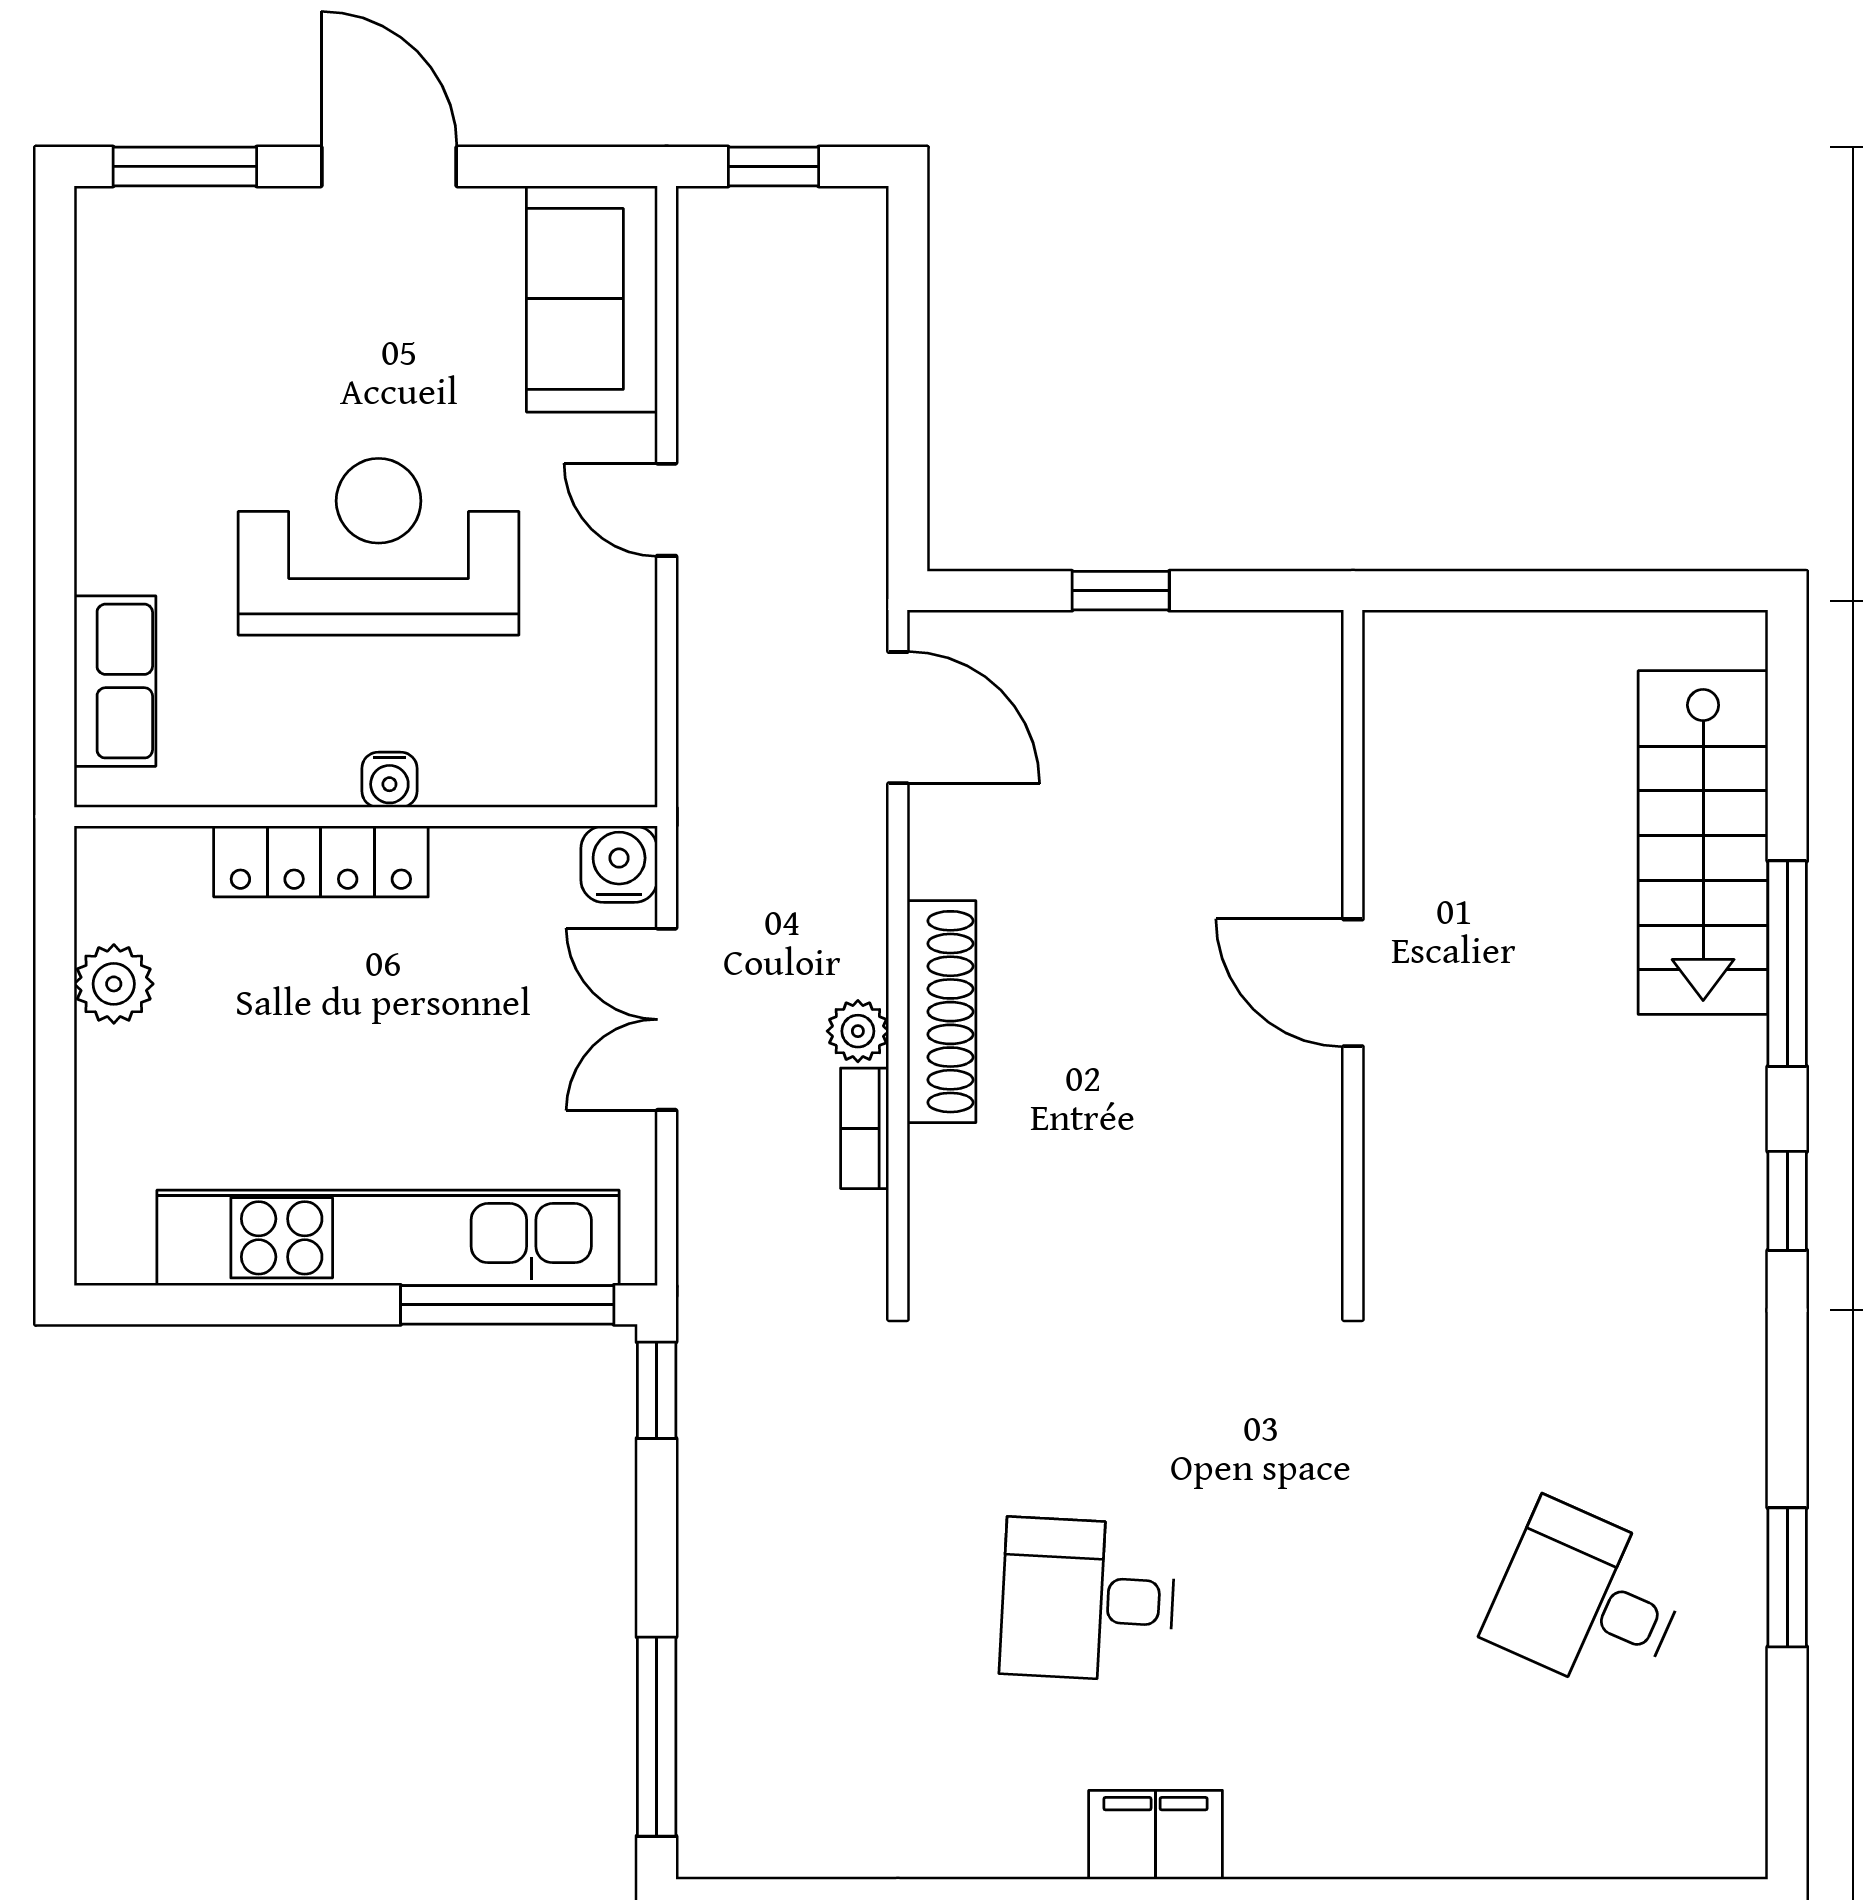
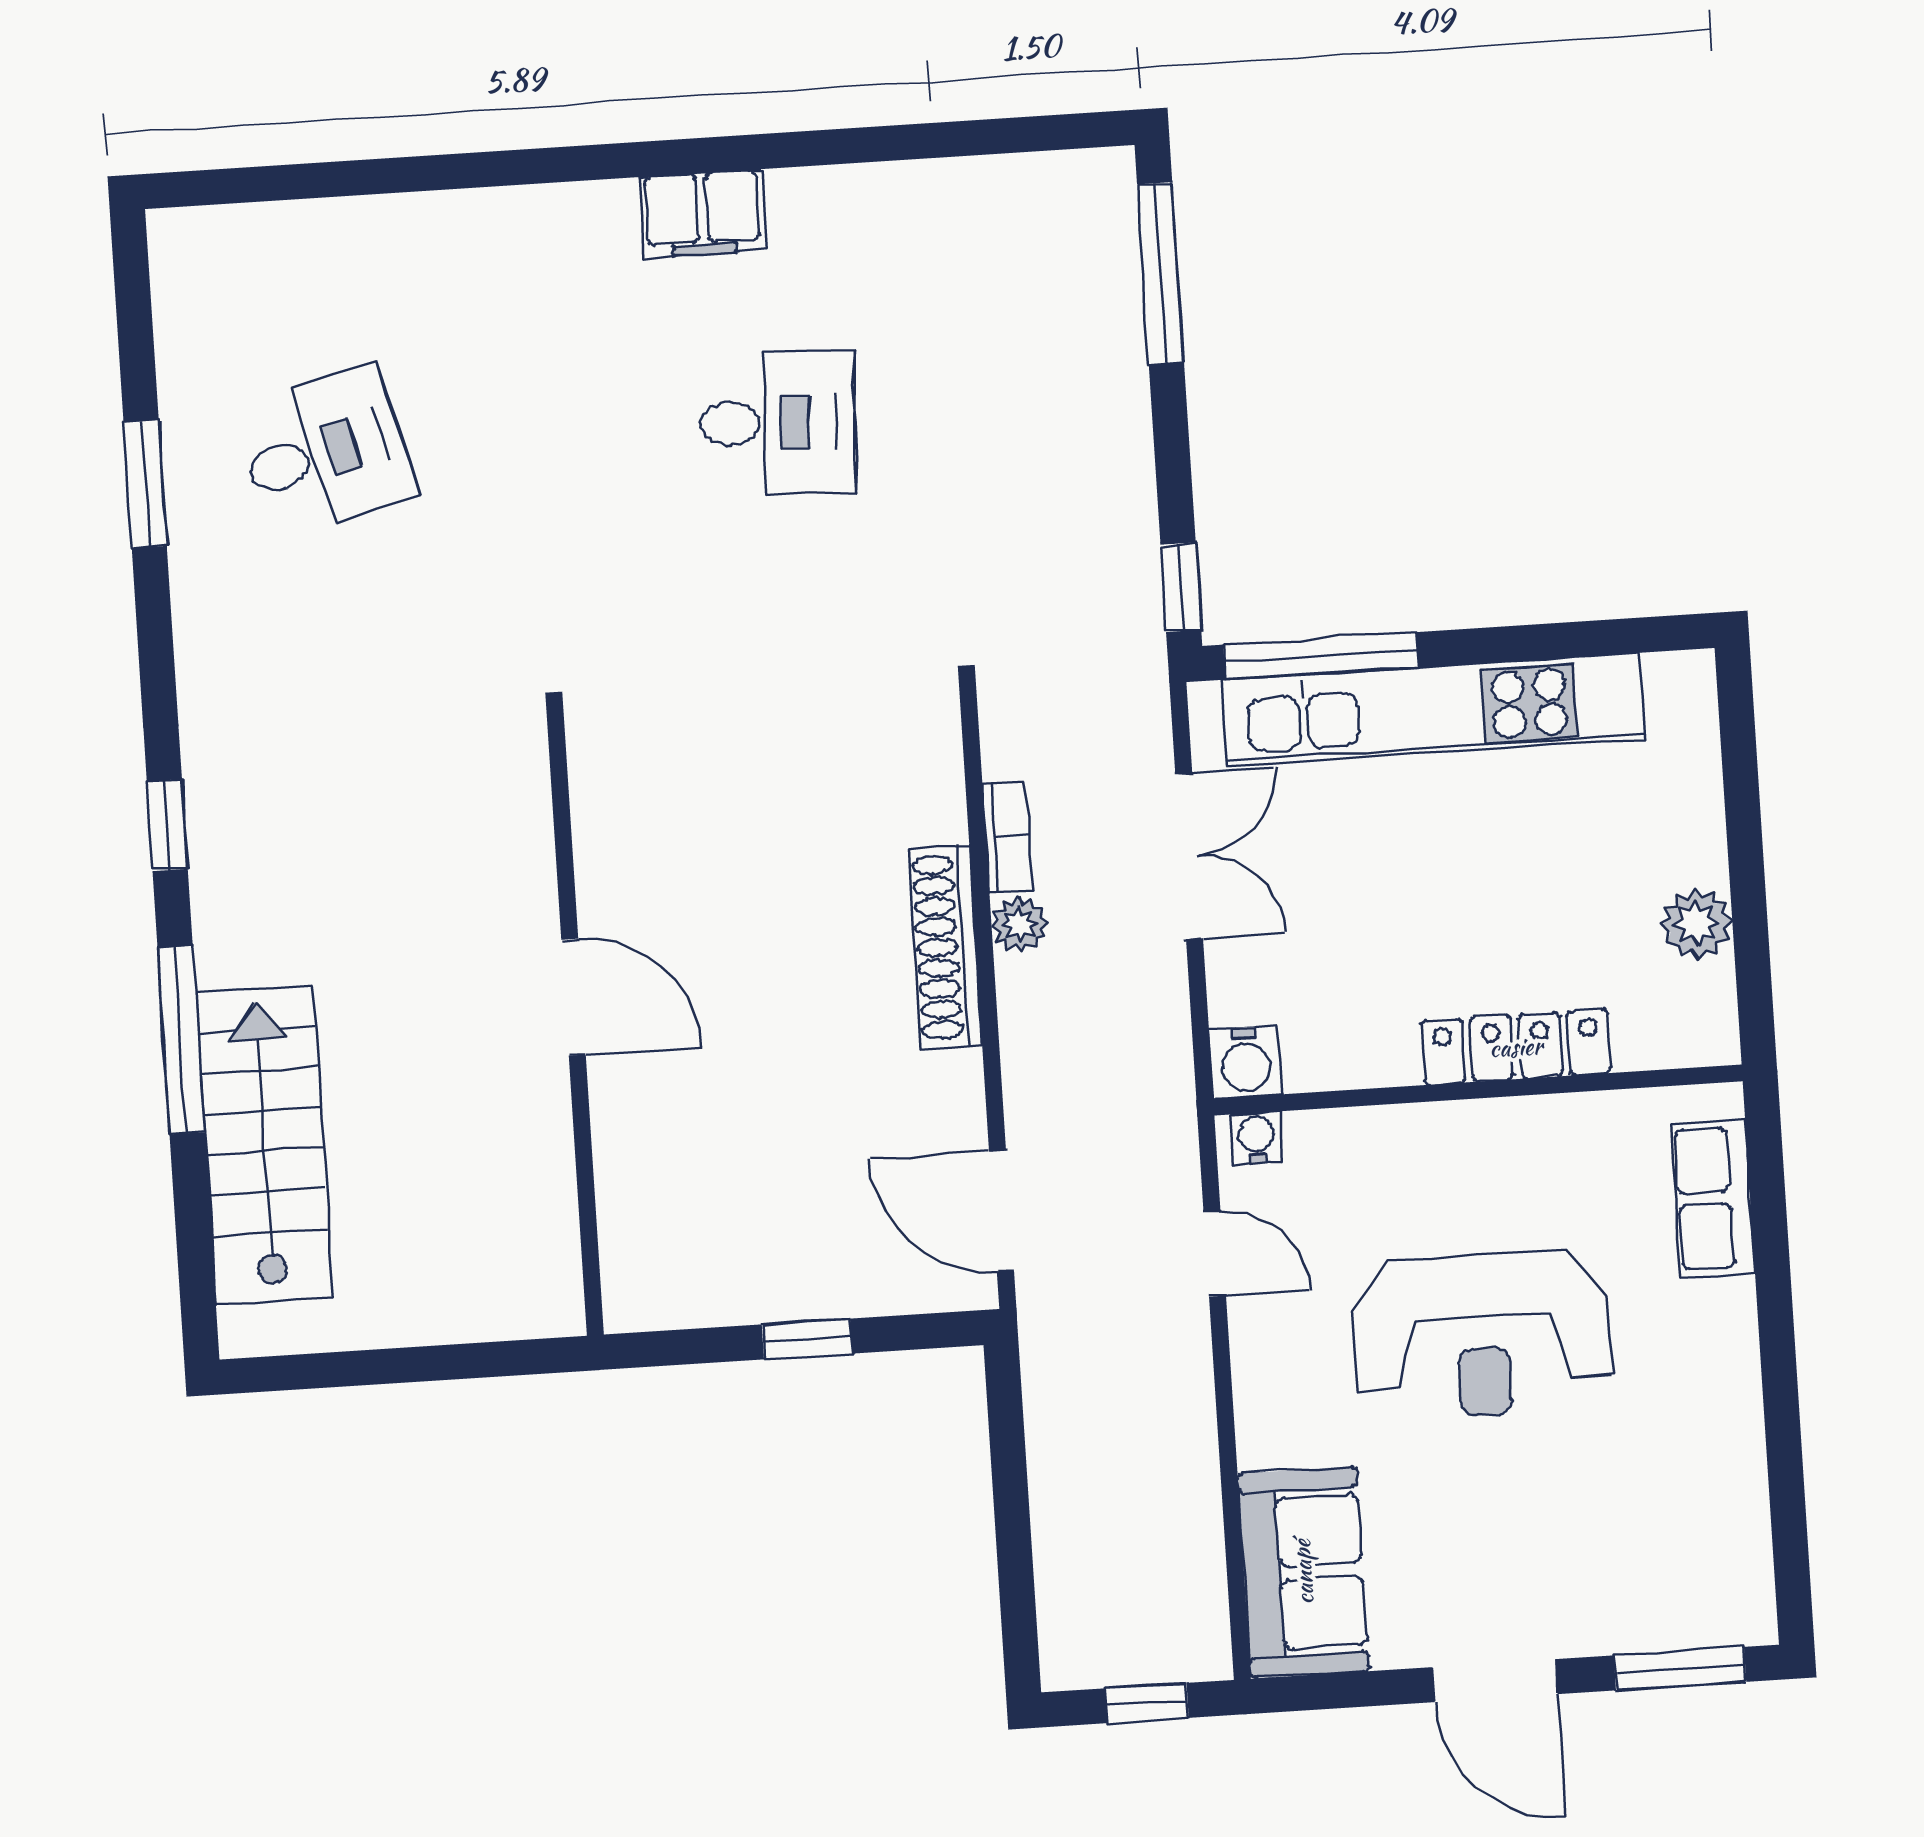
door: (667, 510) -> (1215, 1254), moved
water cooler: (389, 780) -> (1257, 1138), moved
double door: (667, 1019) -> (1189, 856), moved
desk: (1587, 1599) -> (325, 452), turned -39

